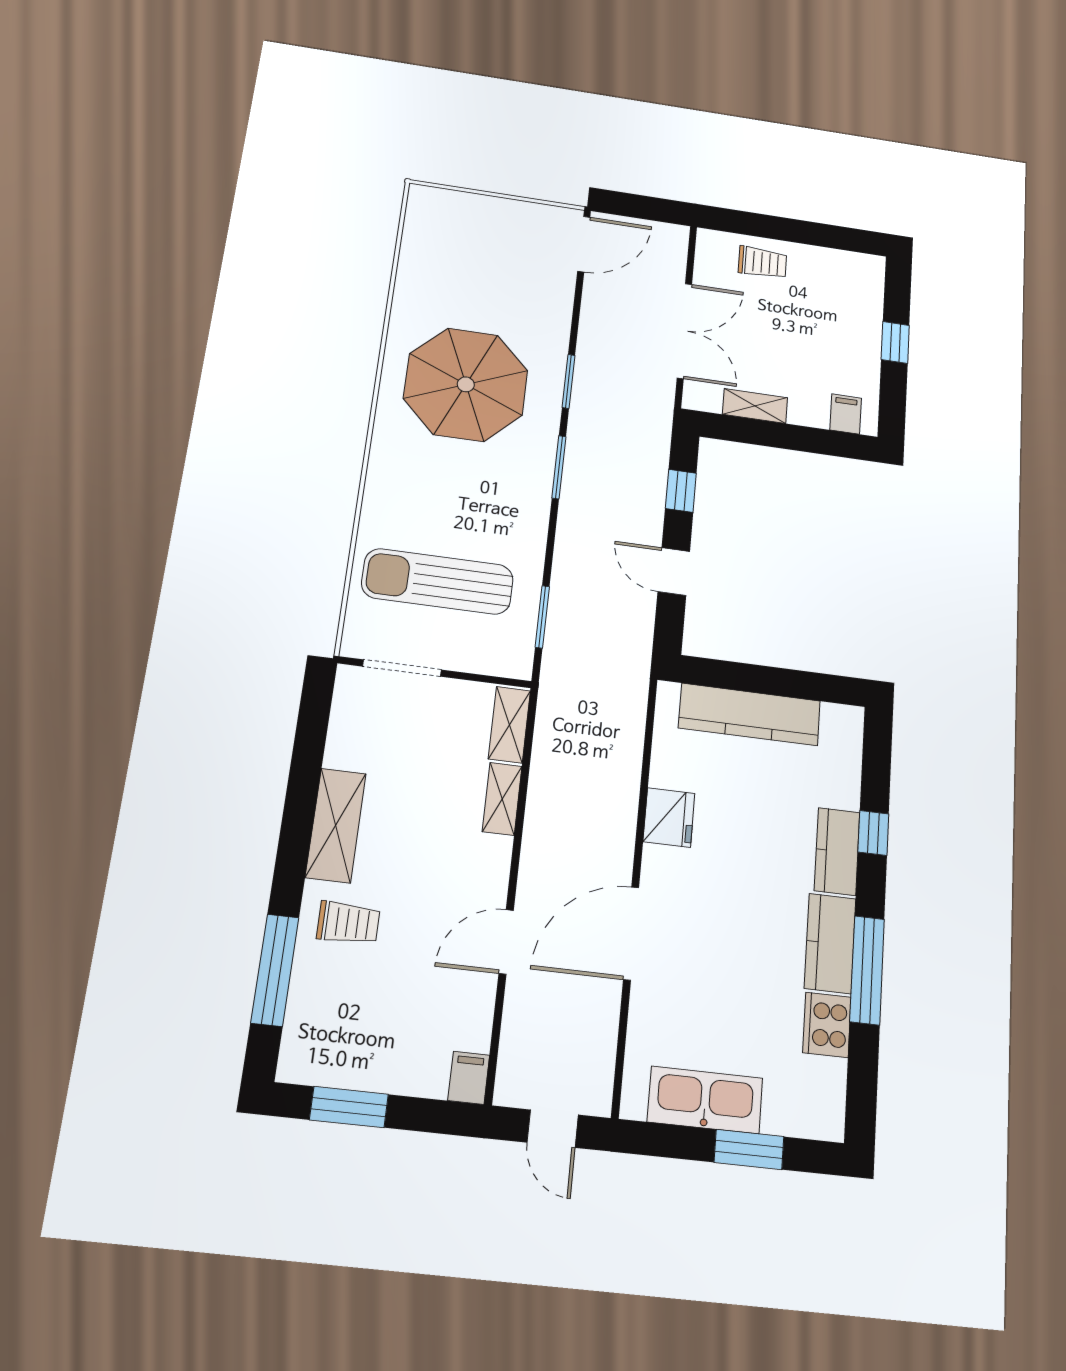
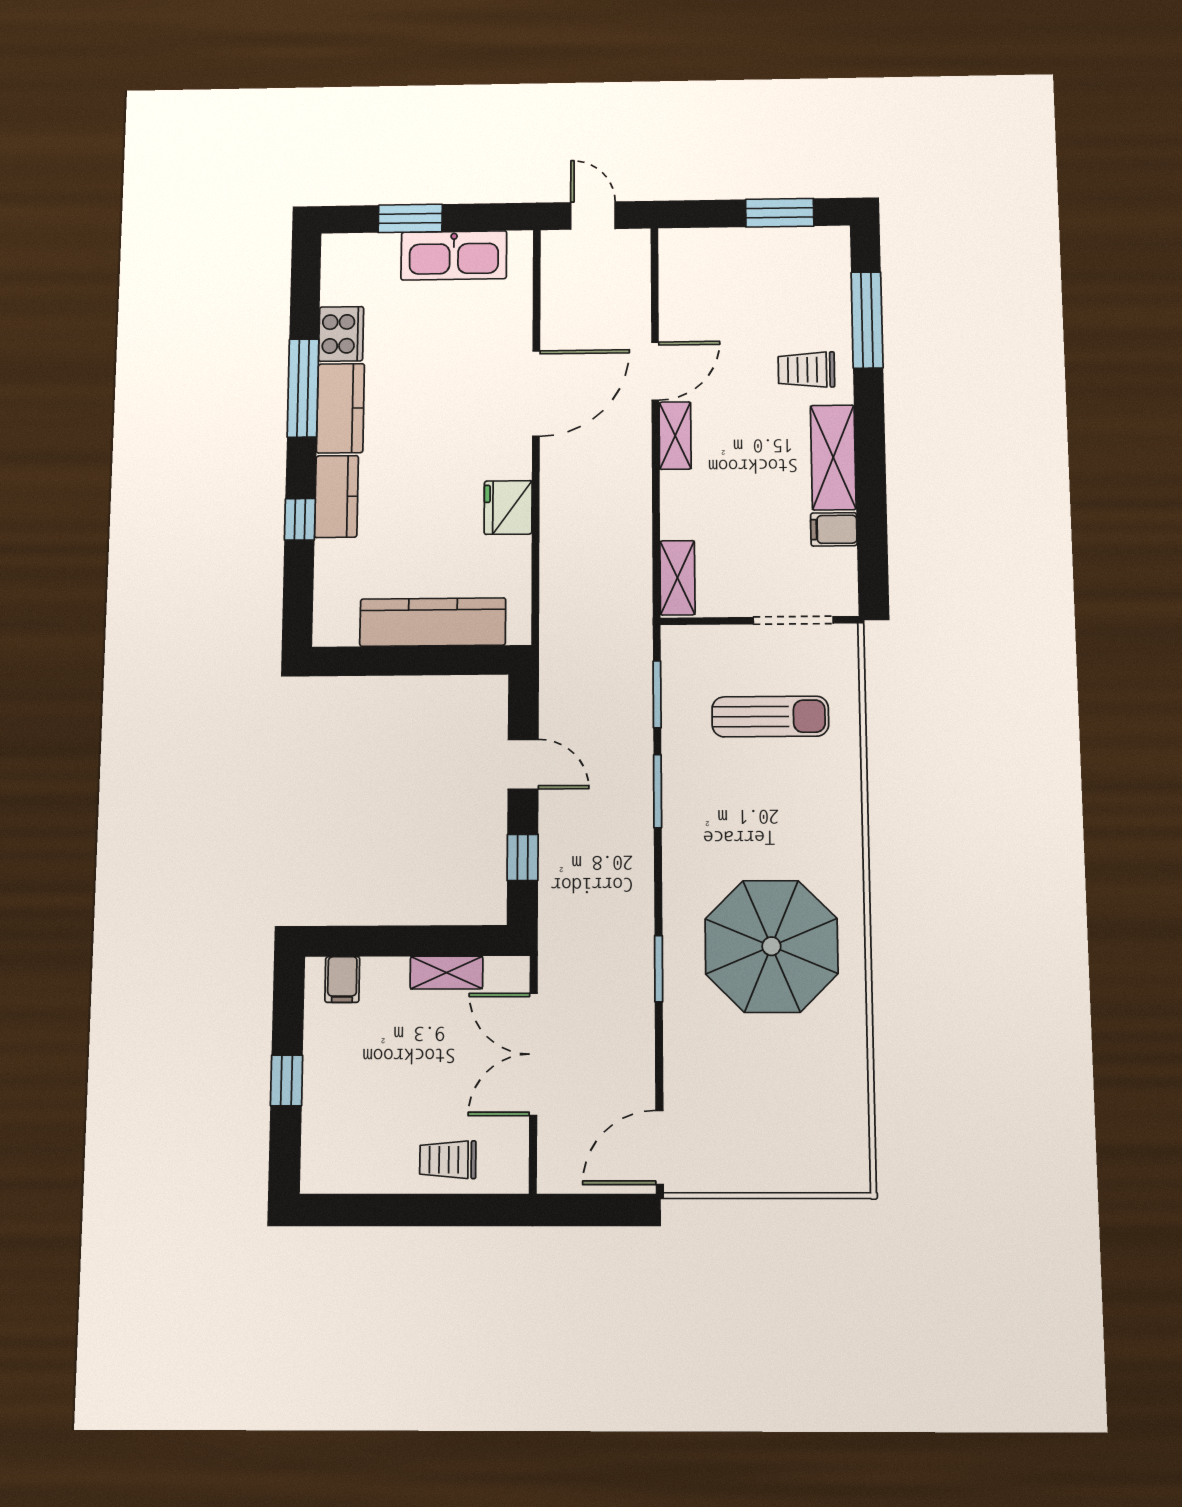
window: (559, 467) -> (658, 791), moved
sun lounger: (438, 581) -> (770, 717), width x0.73, depth x0.75
shelving: (502, 799) -> (675, 436), moved
filing cabinet: (469, 1078) -> (834, 529), moved, turned 90

